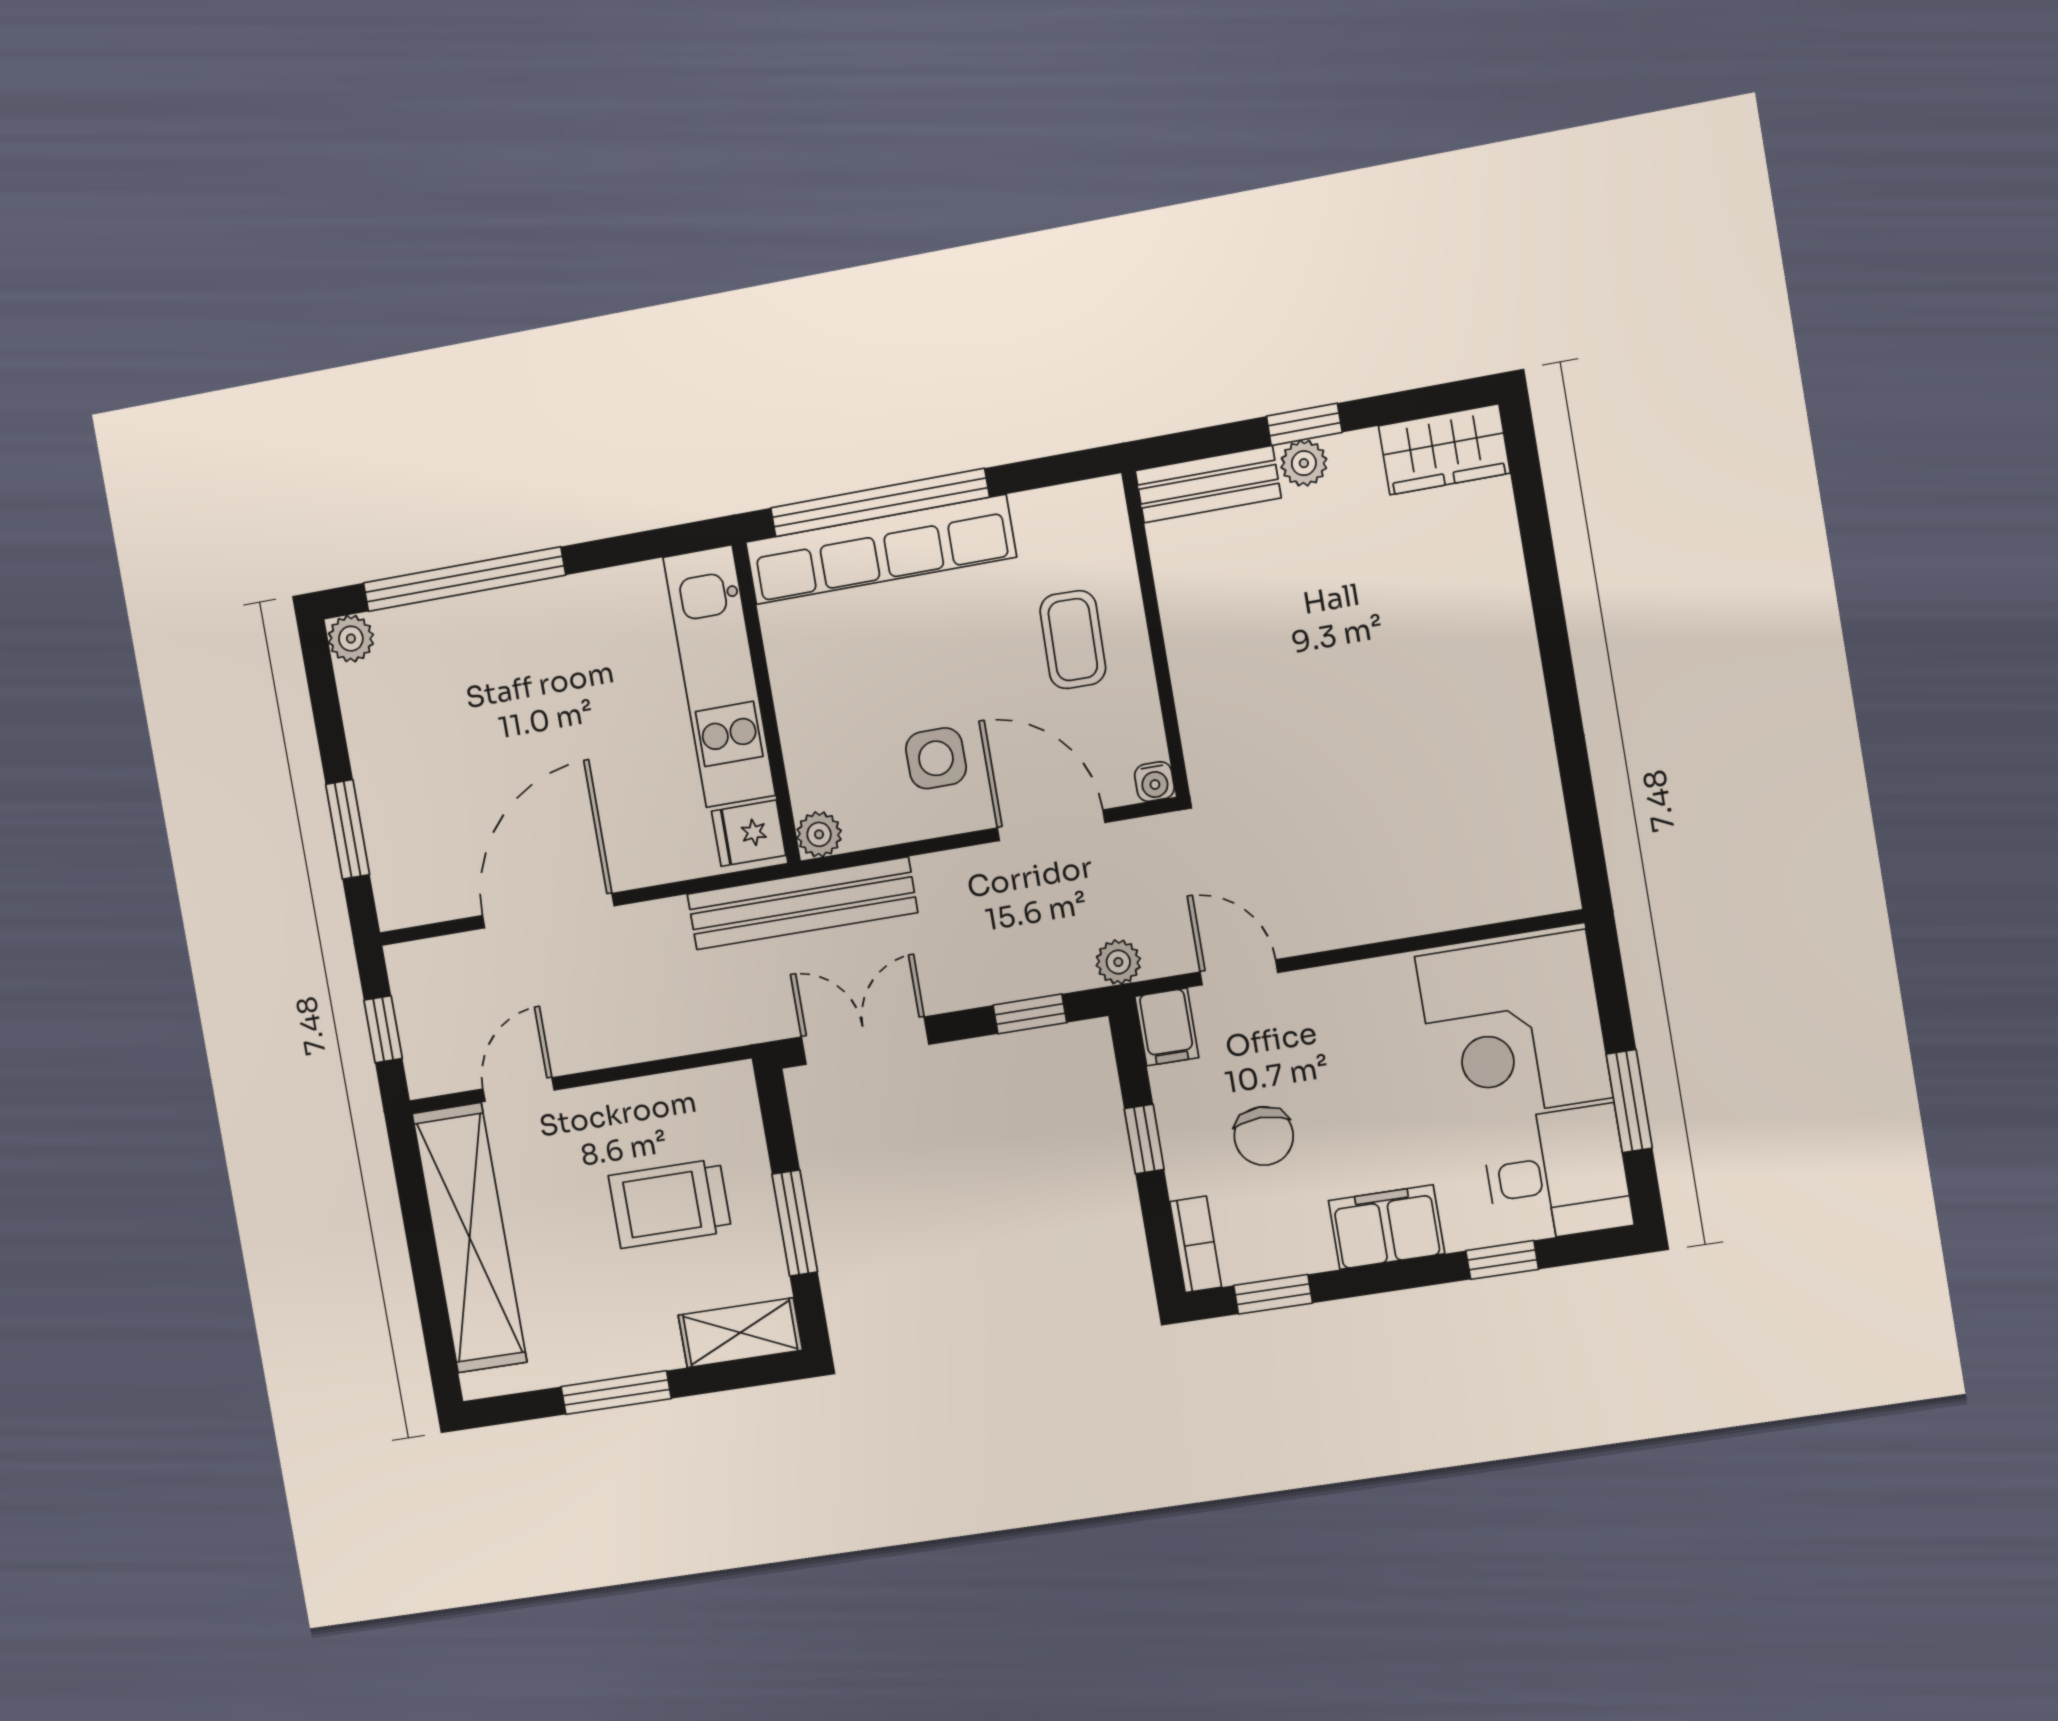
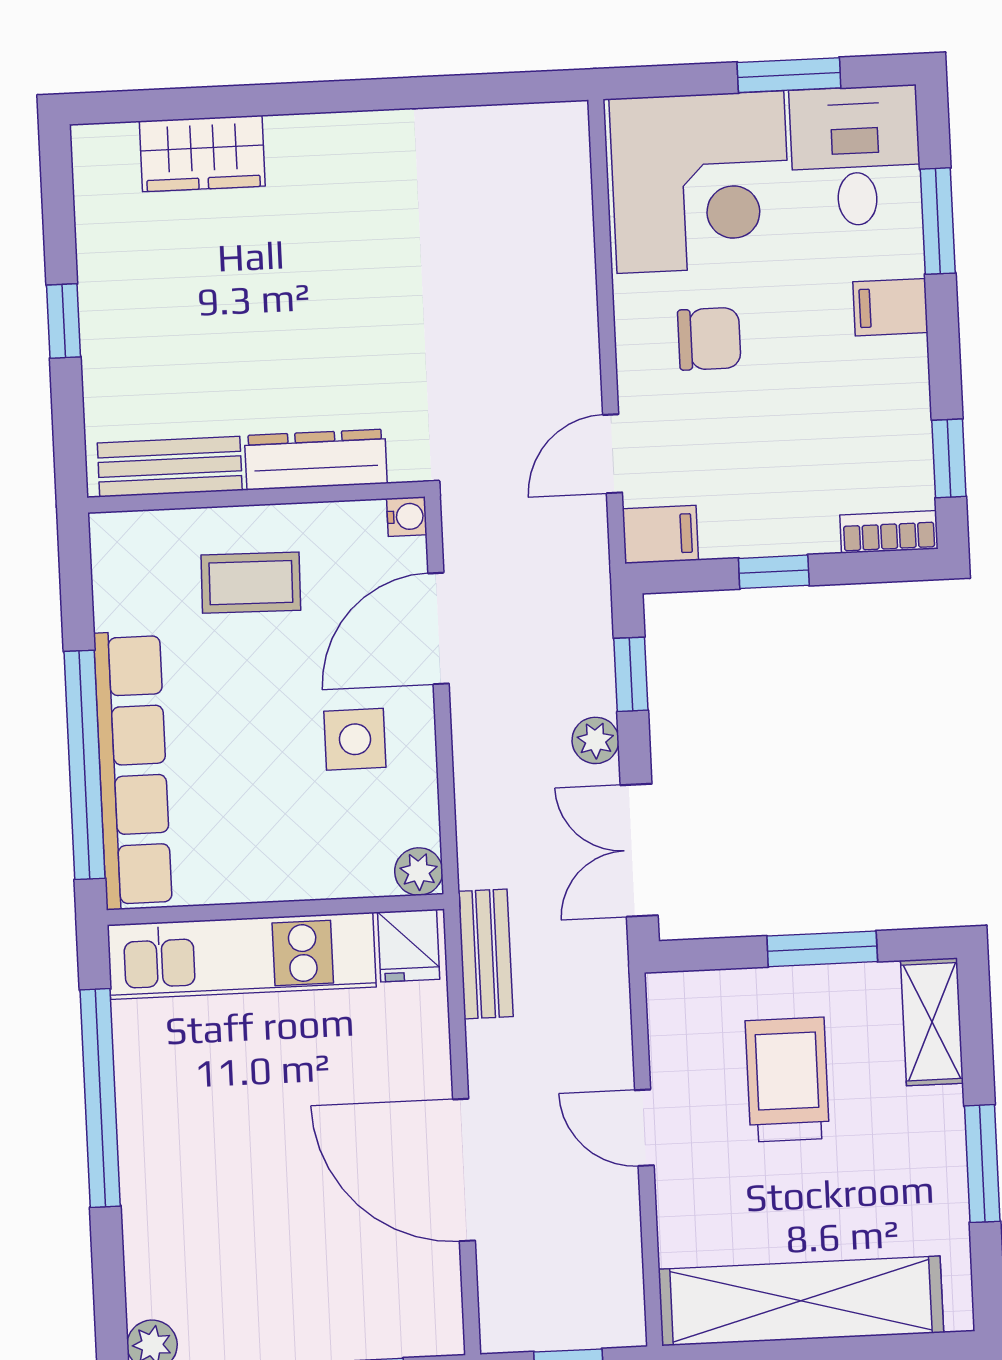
wardrobe: (1444, 449) -> (202, 154), moved, turned 90
plant: (1304, 463) -> (103, 326), removed
bench: (1208, 484) -> (170, 467), moved, turned 90
window: (464, 579) -> (100, 1098), moved
dresser: (1199, 687) -> (316, 460), added
bench: (802, 903) -> (486, 954), width x0.54, depth x0.82
plant: (1118, 962) -> (595, 740), moved
door: (518, 1090) -> (644, 1128), moved
chair: (1264, 1136) -> (709, 339), moved
trolley: (670, 1203) -> (787, 1080), turned 180
filing cabinet: (1386, 1227) -> (890, 307), width x0.50
window: (1502, 1260) -> (938, 221), width x1.50

